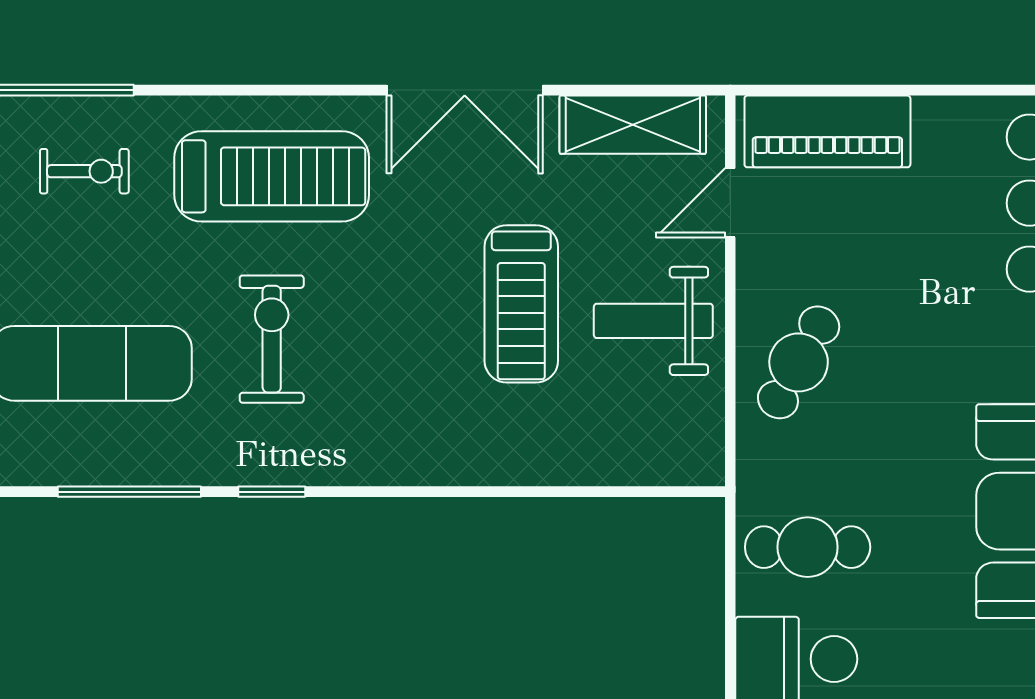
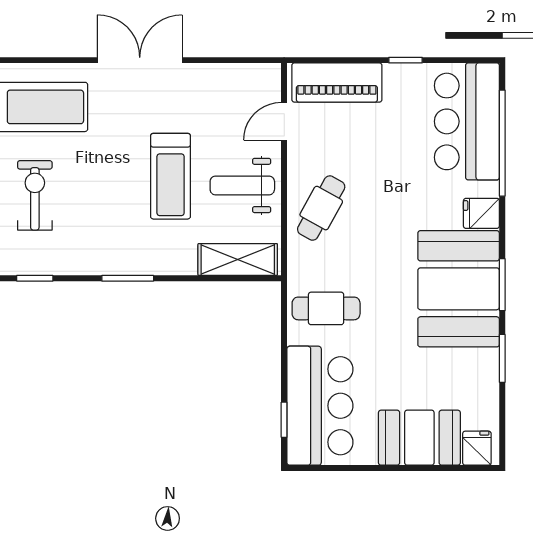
double door: (465, 90) -> (140, 60), swing flipped
window: (954, 90) -> (405, 60), added
shelving: (633, 125) -> (238, 259), moved
window: (443, 492) -> (128, 278), added

